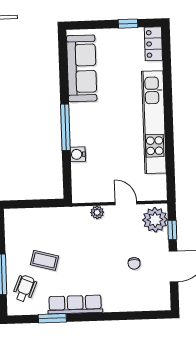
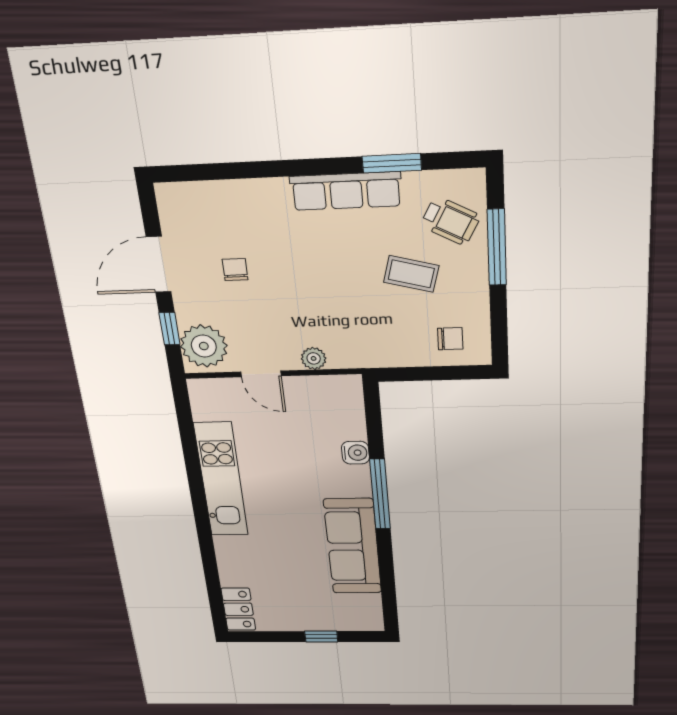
window: (128, 24) -> (321, 637), moved
sofa: (82, 68) -> (353, 547), moved
kitchen unit: (154, 122) -> (221, 480), width x0.73
chair: (25, 224) -> (450, 339), added
wheelchair: (24, 289) -> (450, 221), turned -85

